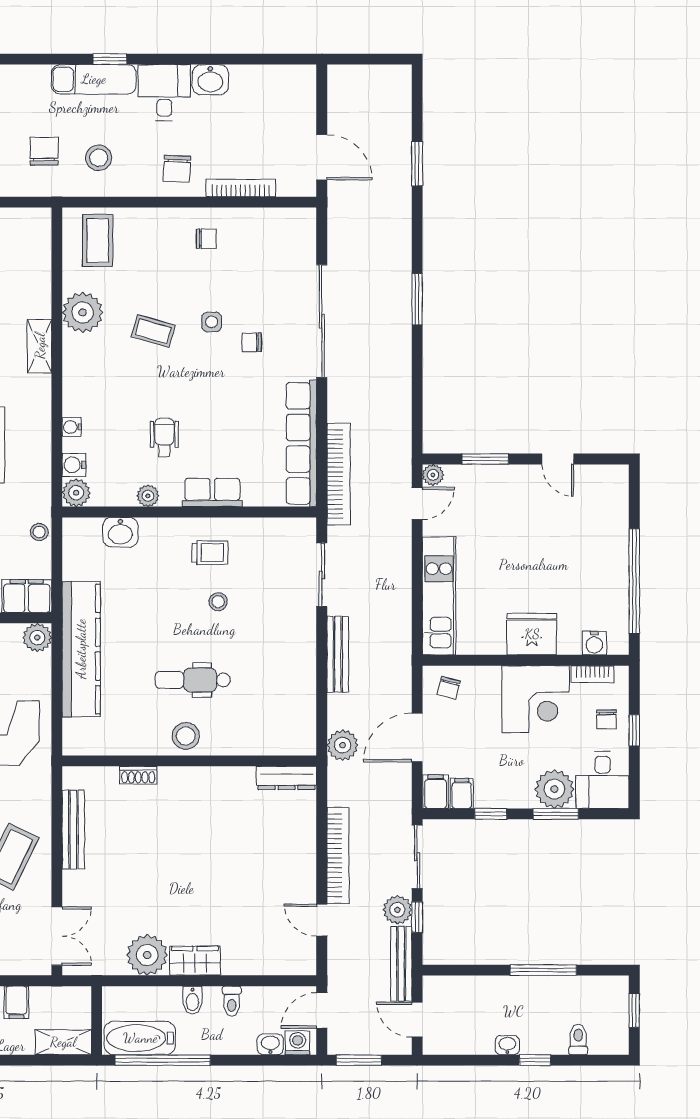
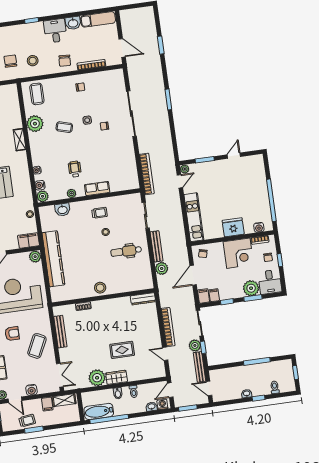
exam couch: (94, 79) -> (98, 19), moved
row of seats: (301, 443) -> (130, 164), removed
door: (558, 459) -> (234, 156), swing flipped
dental chair: (193, 680) -> (126, 251), moved
plant: (343, 745) -> (162, 268), moved
rug: (218, 896) -> (122, 350), added
shelving: (63, 1042) -> (64, 400), moved

